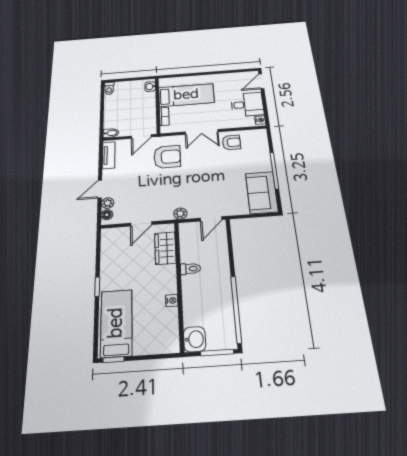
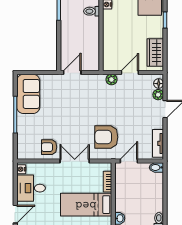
plant: (180, 214) -> (111, 80), moved
wardrobe: (165, 248) -> (155, 53), moved, turned 180
toilet: (190, 269) -> (92, 11), moved

